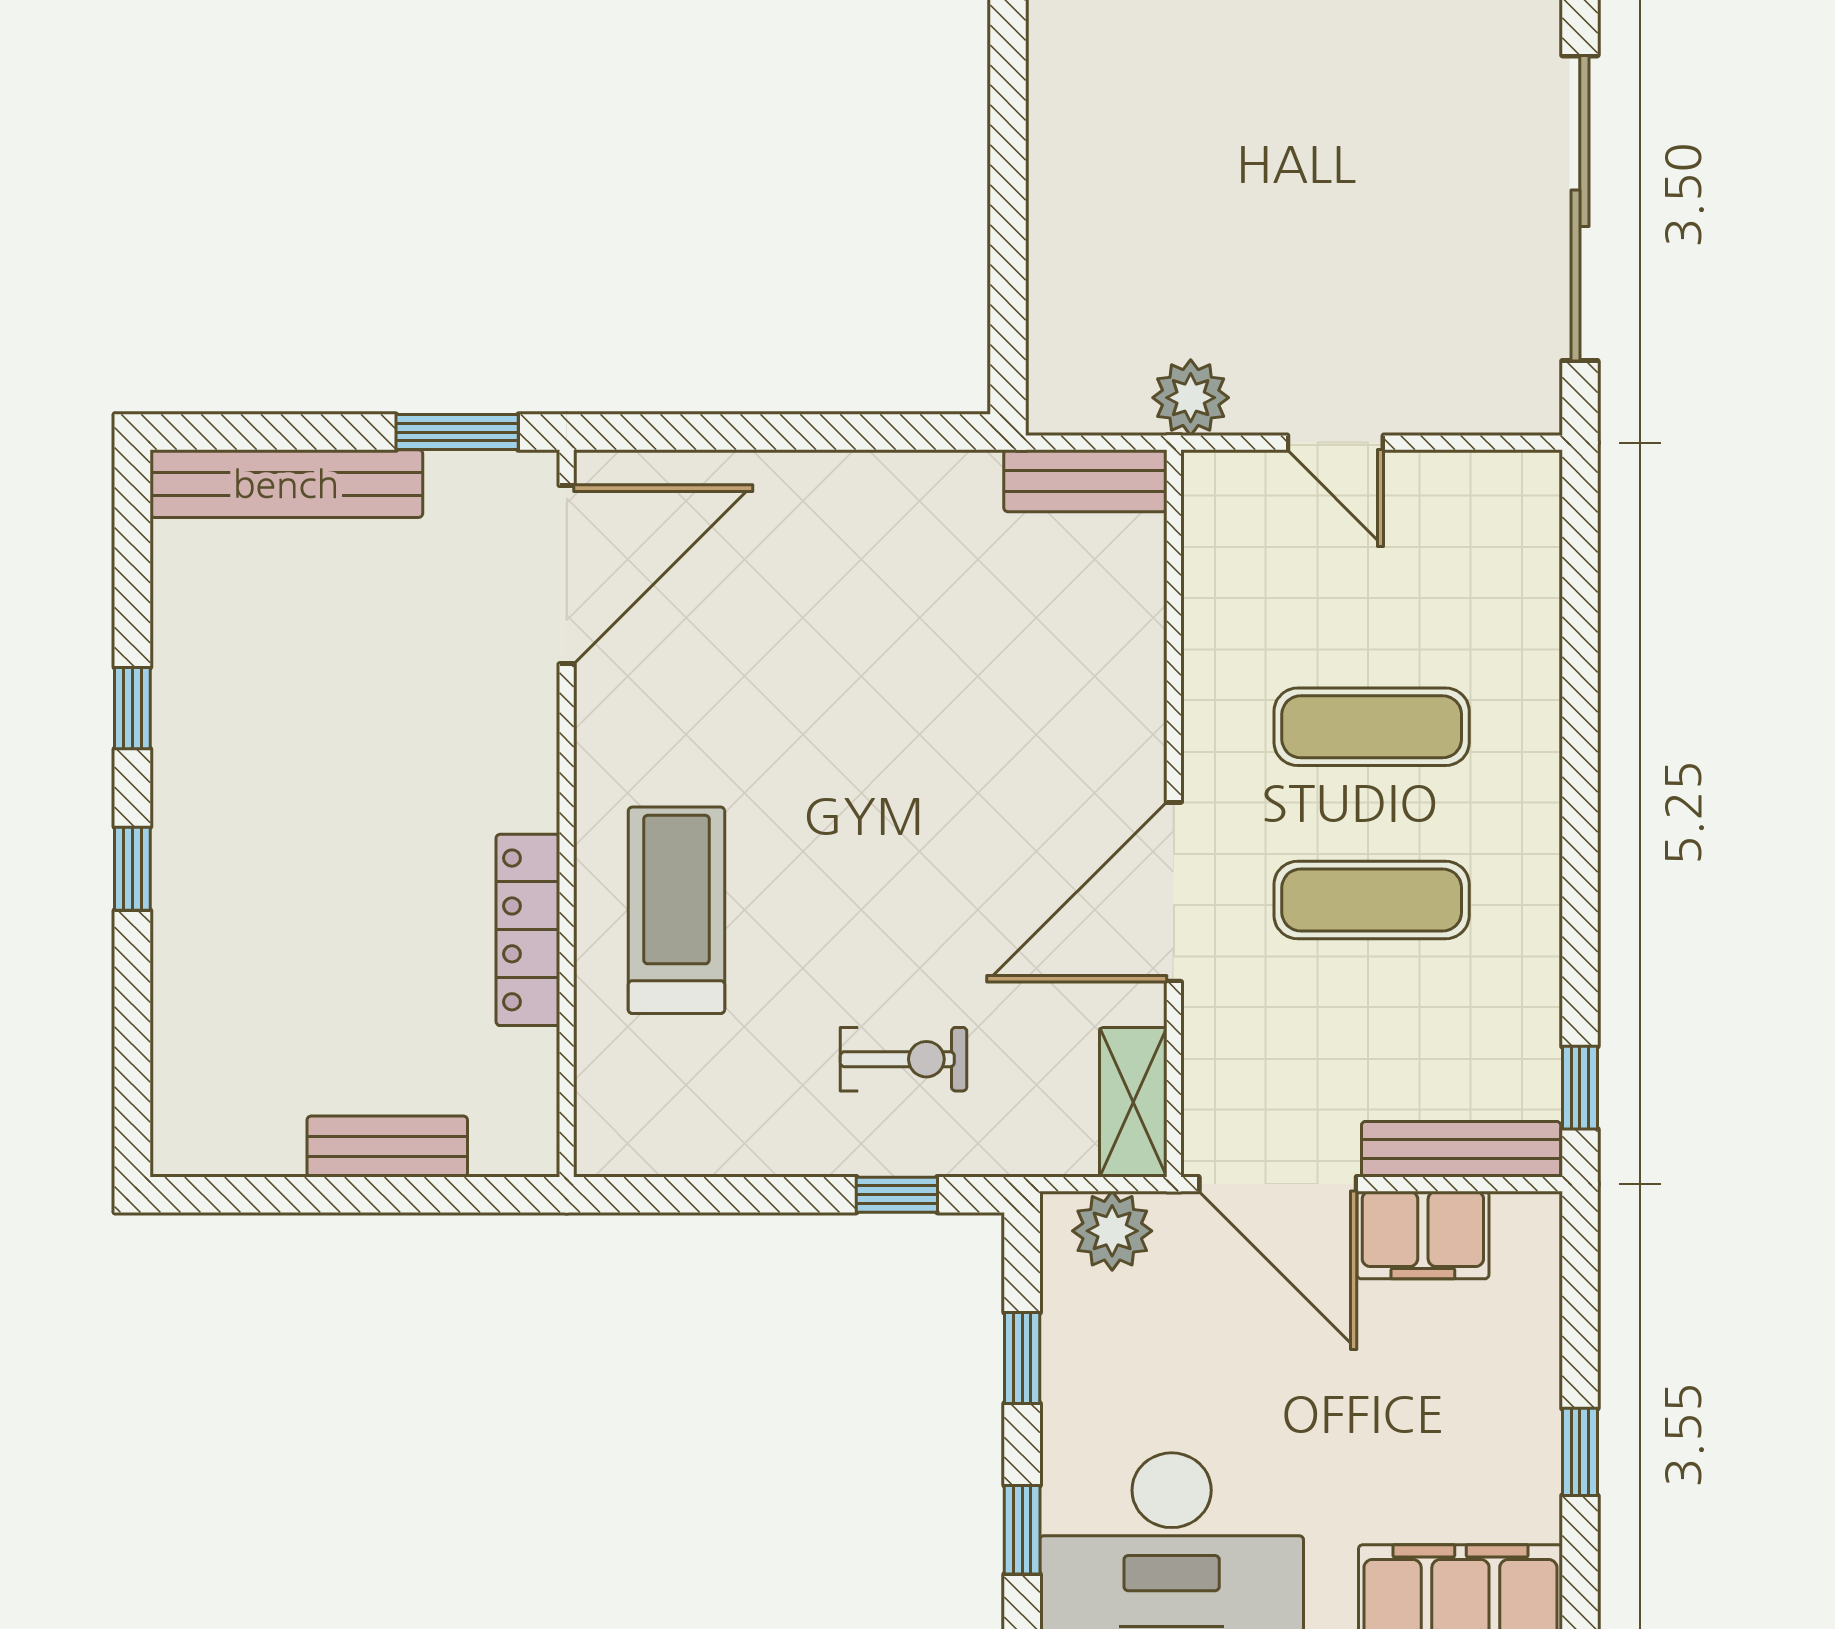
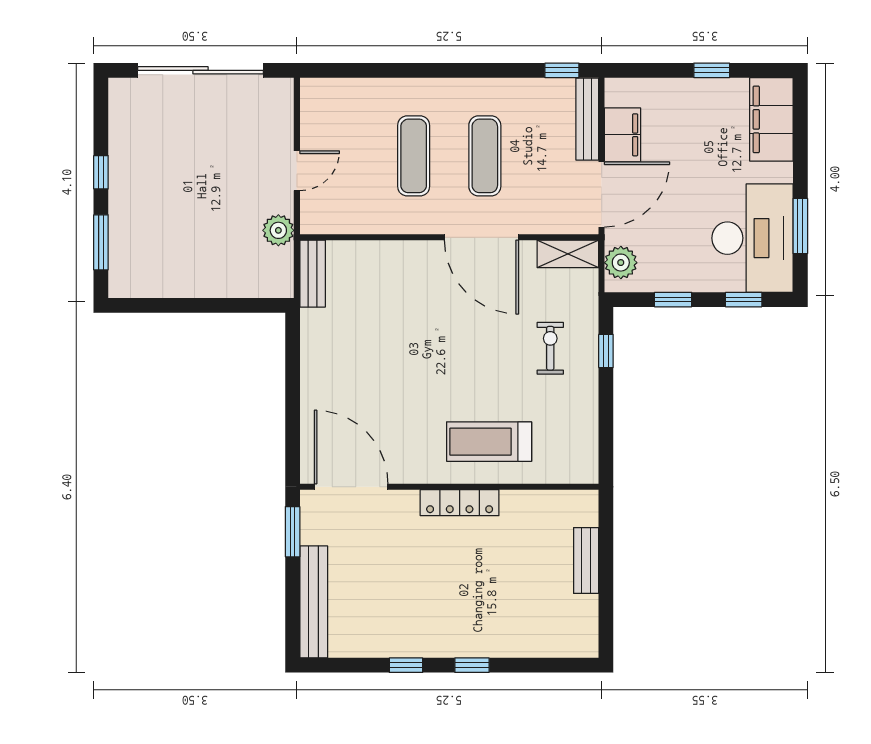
locker: (528, 930) -> (460, 503), moved

